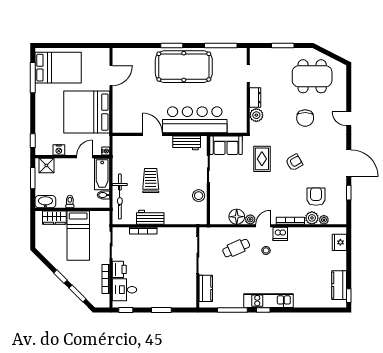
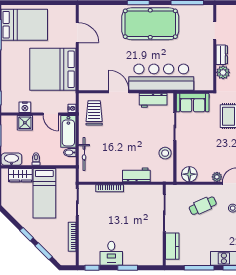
door: (111, 76) -> (77, 33), hinge flipped
door: (85, 157) -> (51, 114), swing flipped
shower: (46, 165) -> (25, 123), moved
trolley: (151, 181) -> (94, 113), moved
bicycle: (120, 196) -> (84, 154), width x0.73, depth x0.71
workbench: (150, 217) -> (136, 175), moved
floor lamp: (237, 217) -> (189, 174), moved
printer: (119, 269) -> (86, 227), removed
desk: (125, 290) -> (111, 253), moved, turned -90

